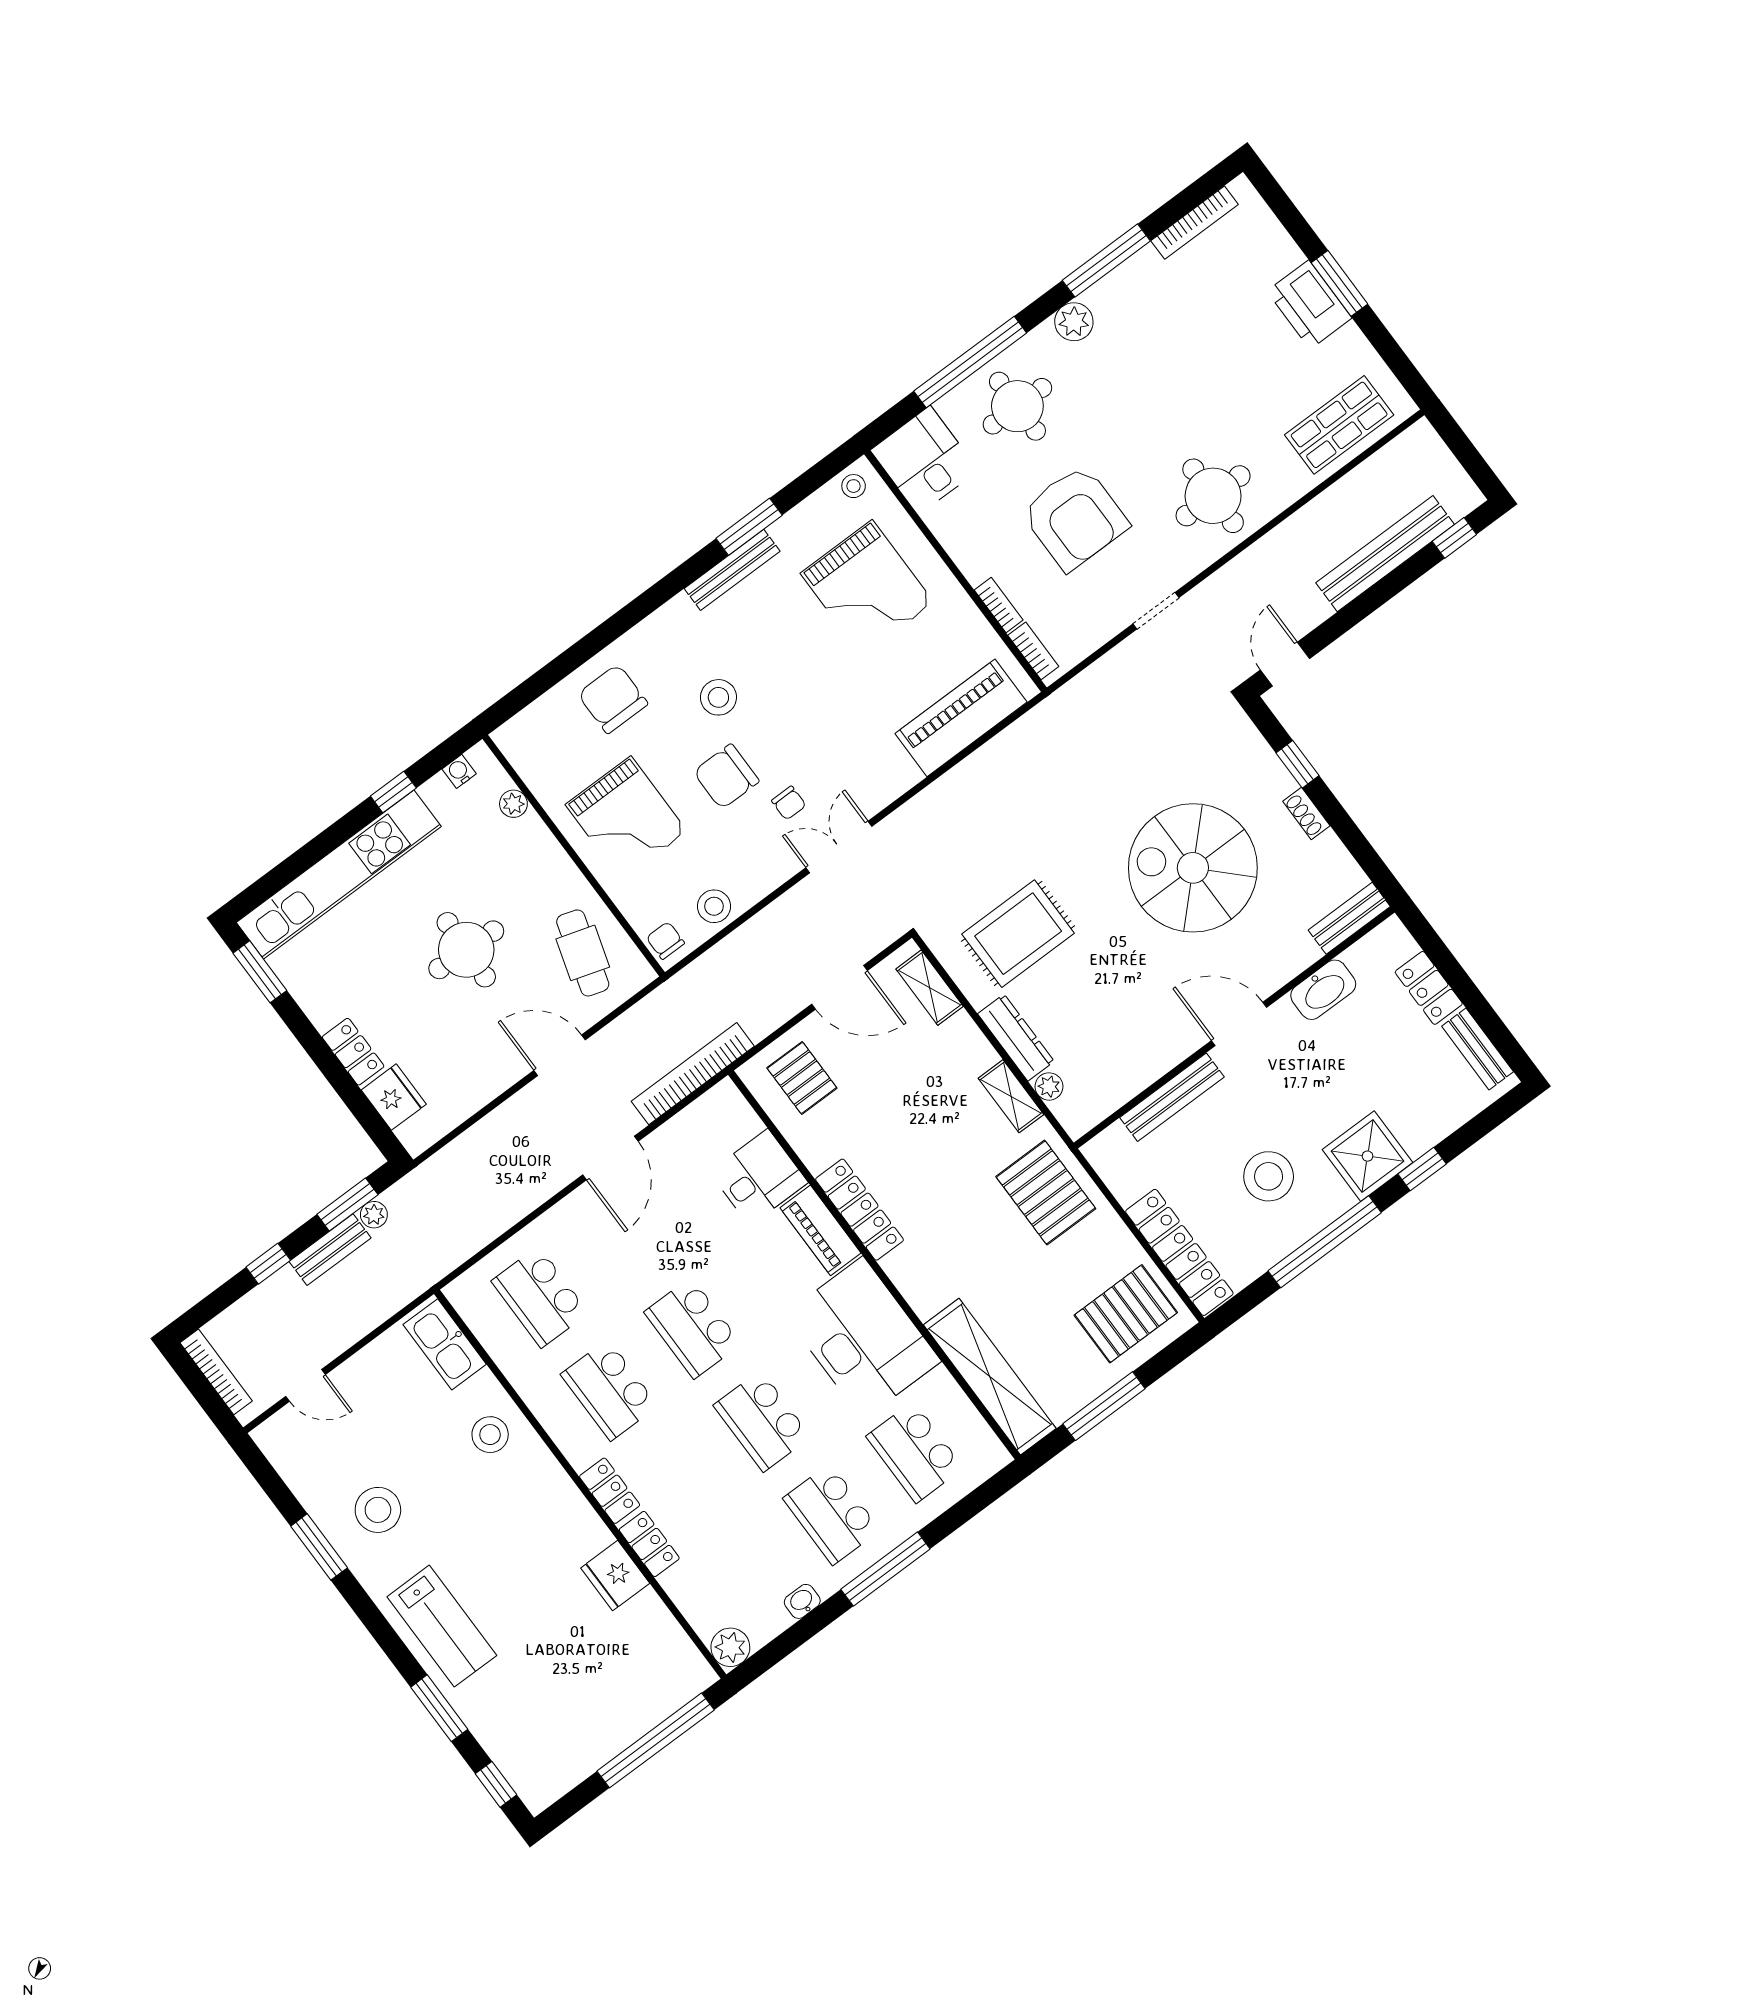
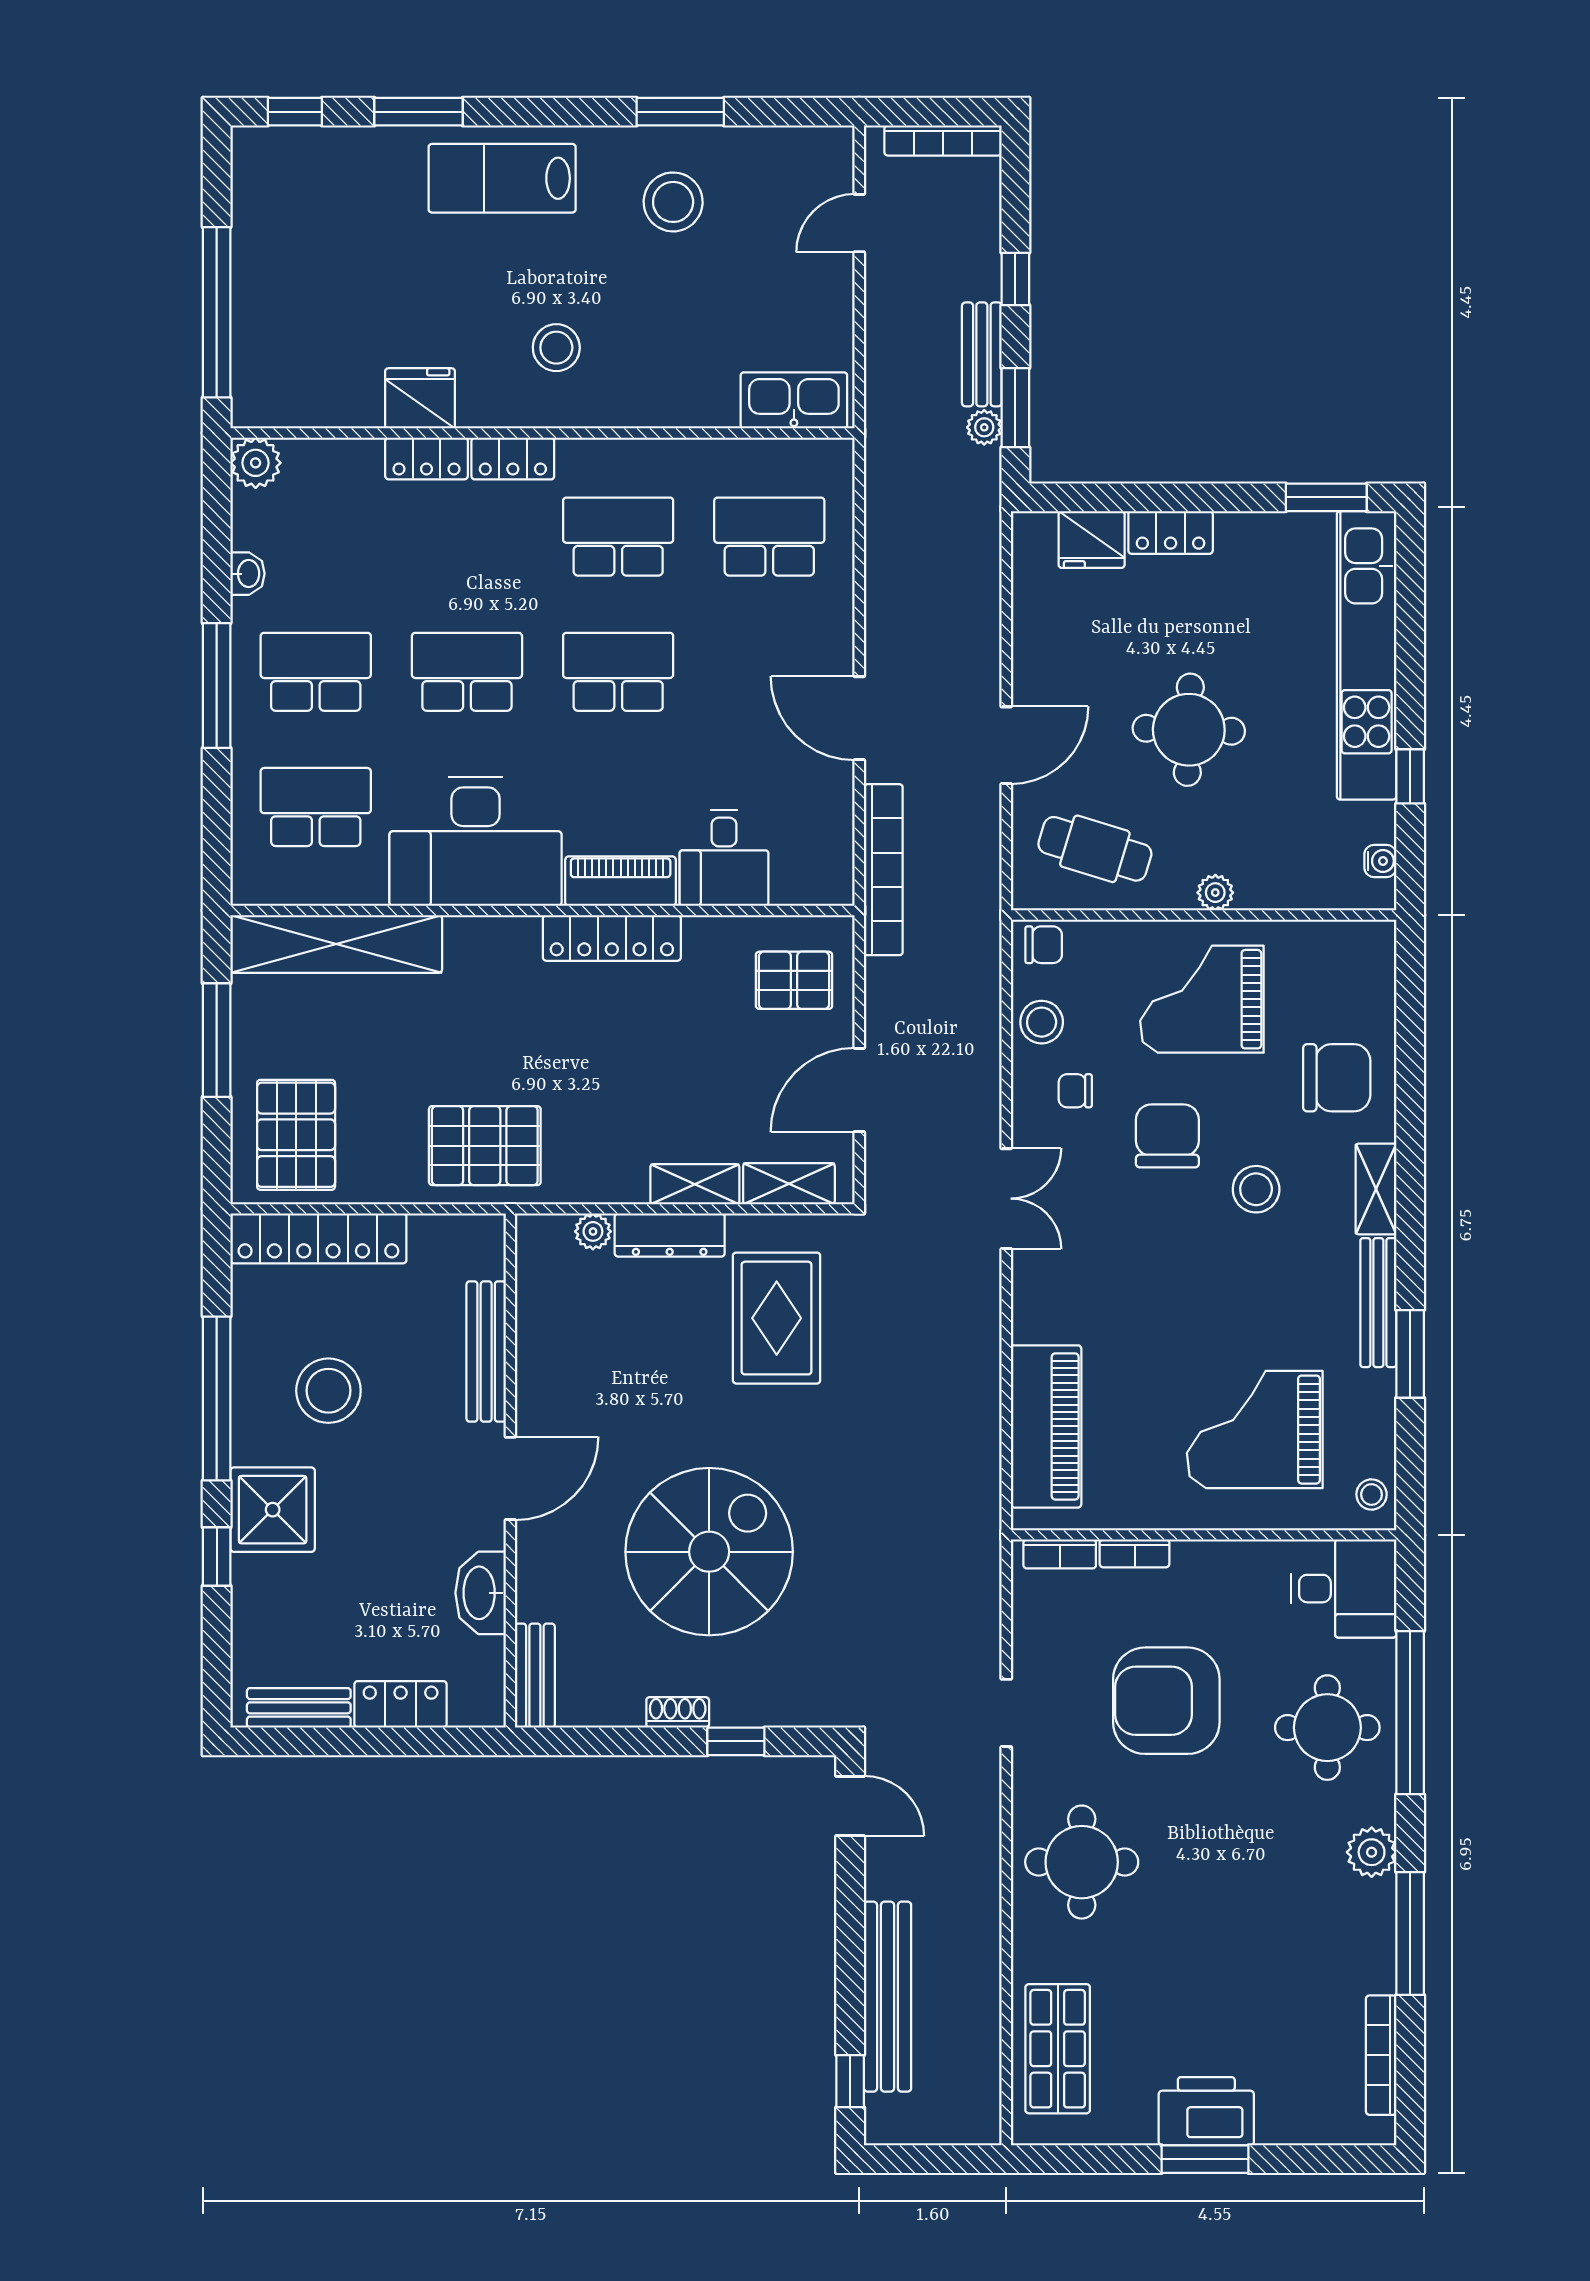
shelving: (663, 624) -> (1376, 1189), added
chair: (789, 803) -> (1075, 1091), moved
plant: (513, 804) -> (1215, 893), moved
shelving: (1011, 1096) -> (695, 1184), moved
stool: (490, 1435) -> (556, 348), moved

